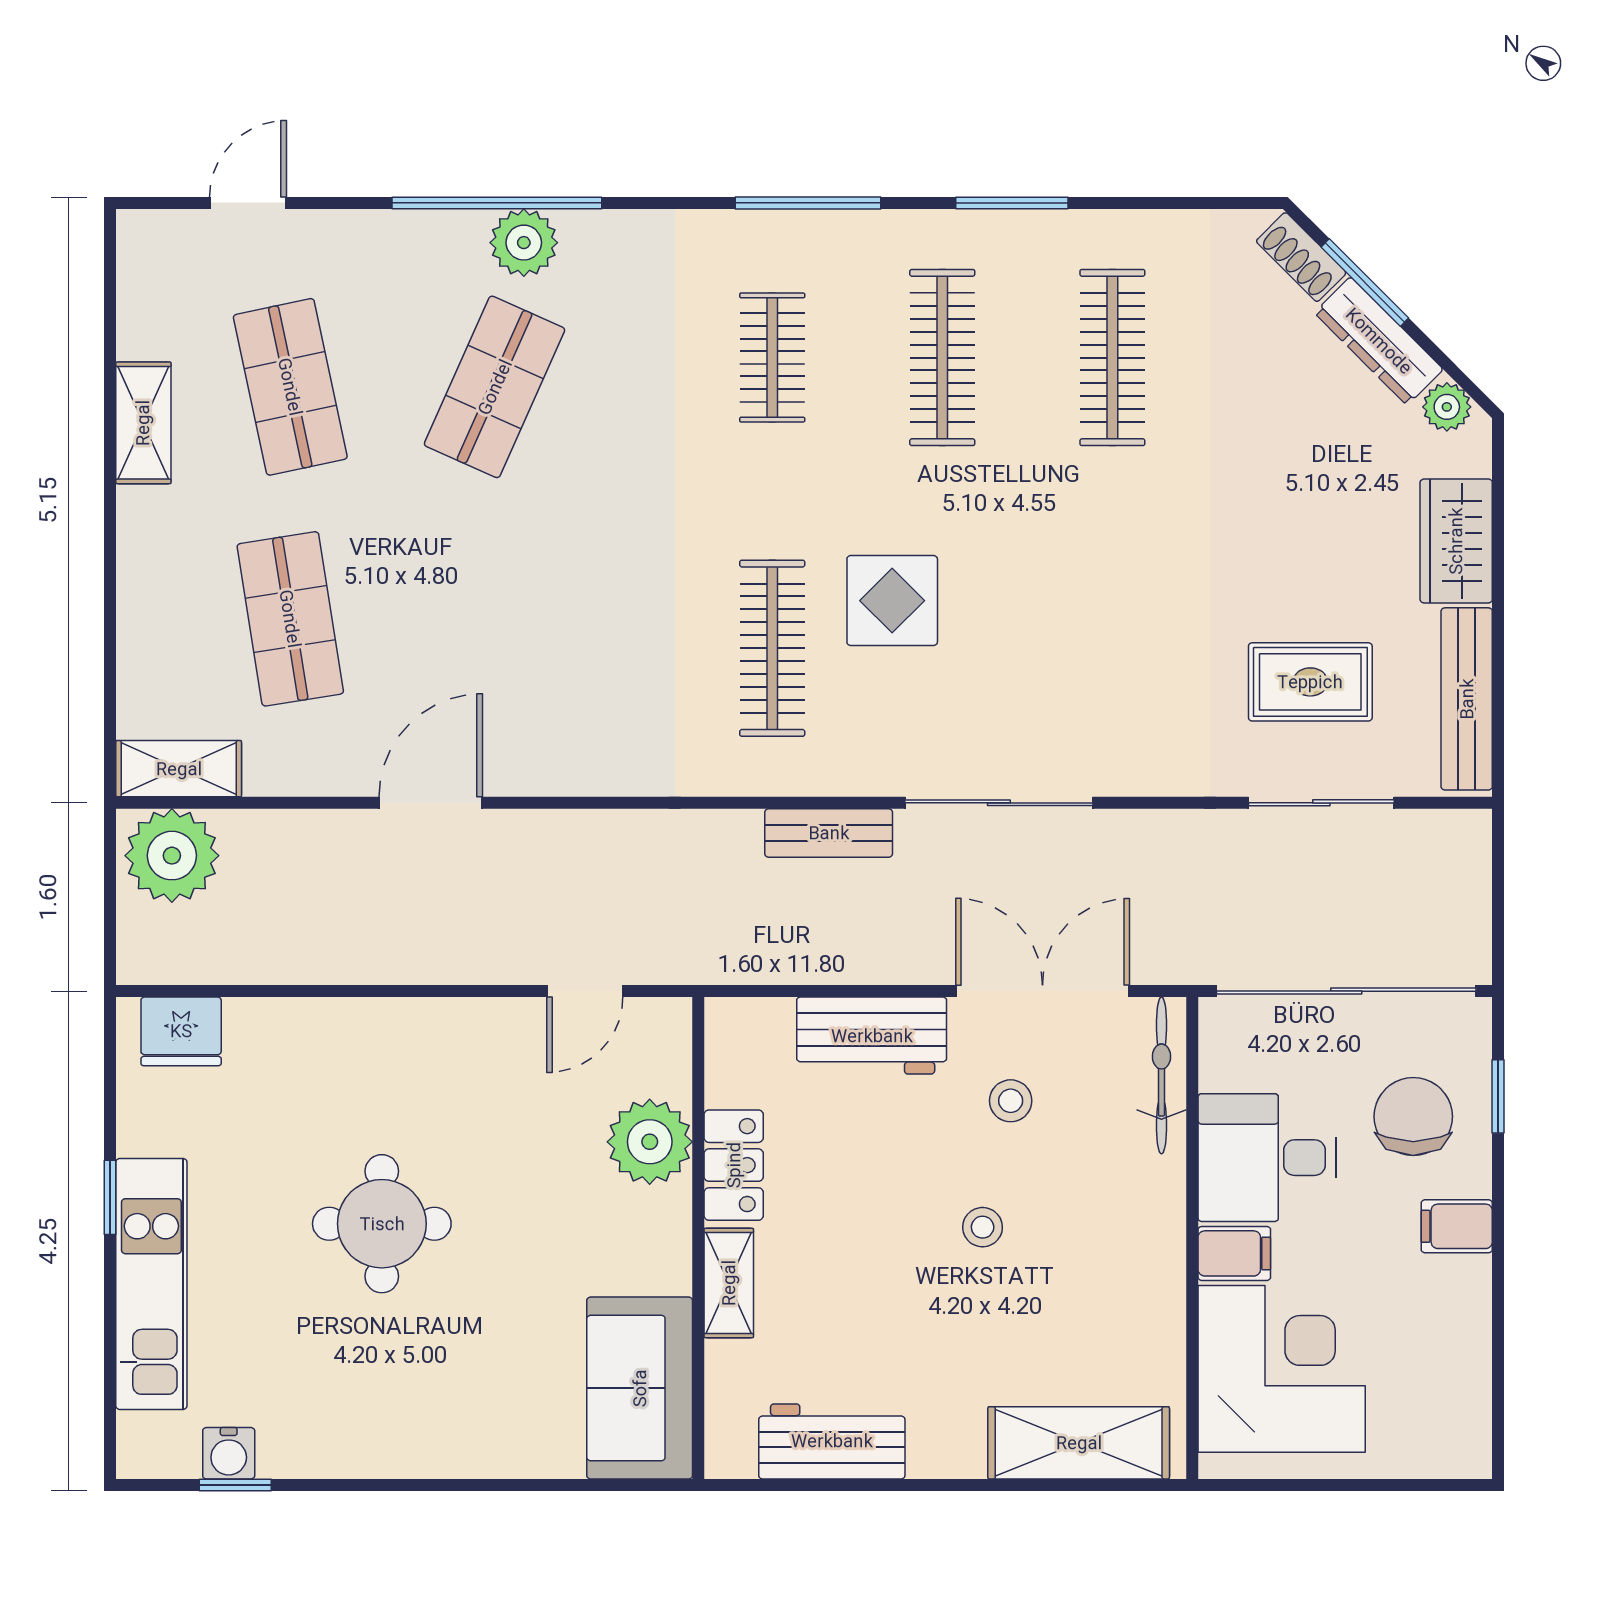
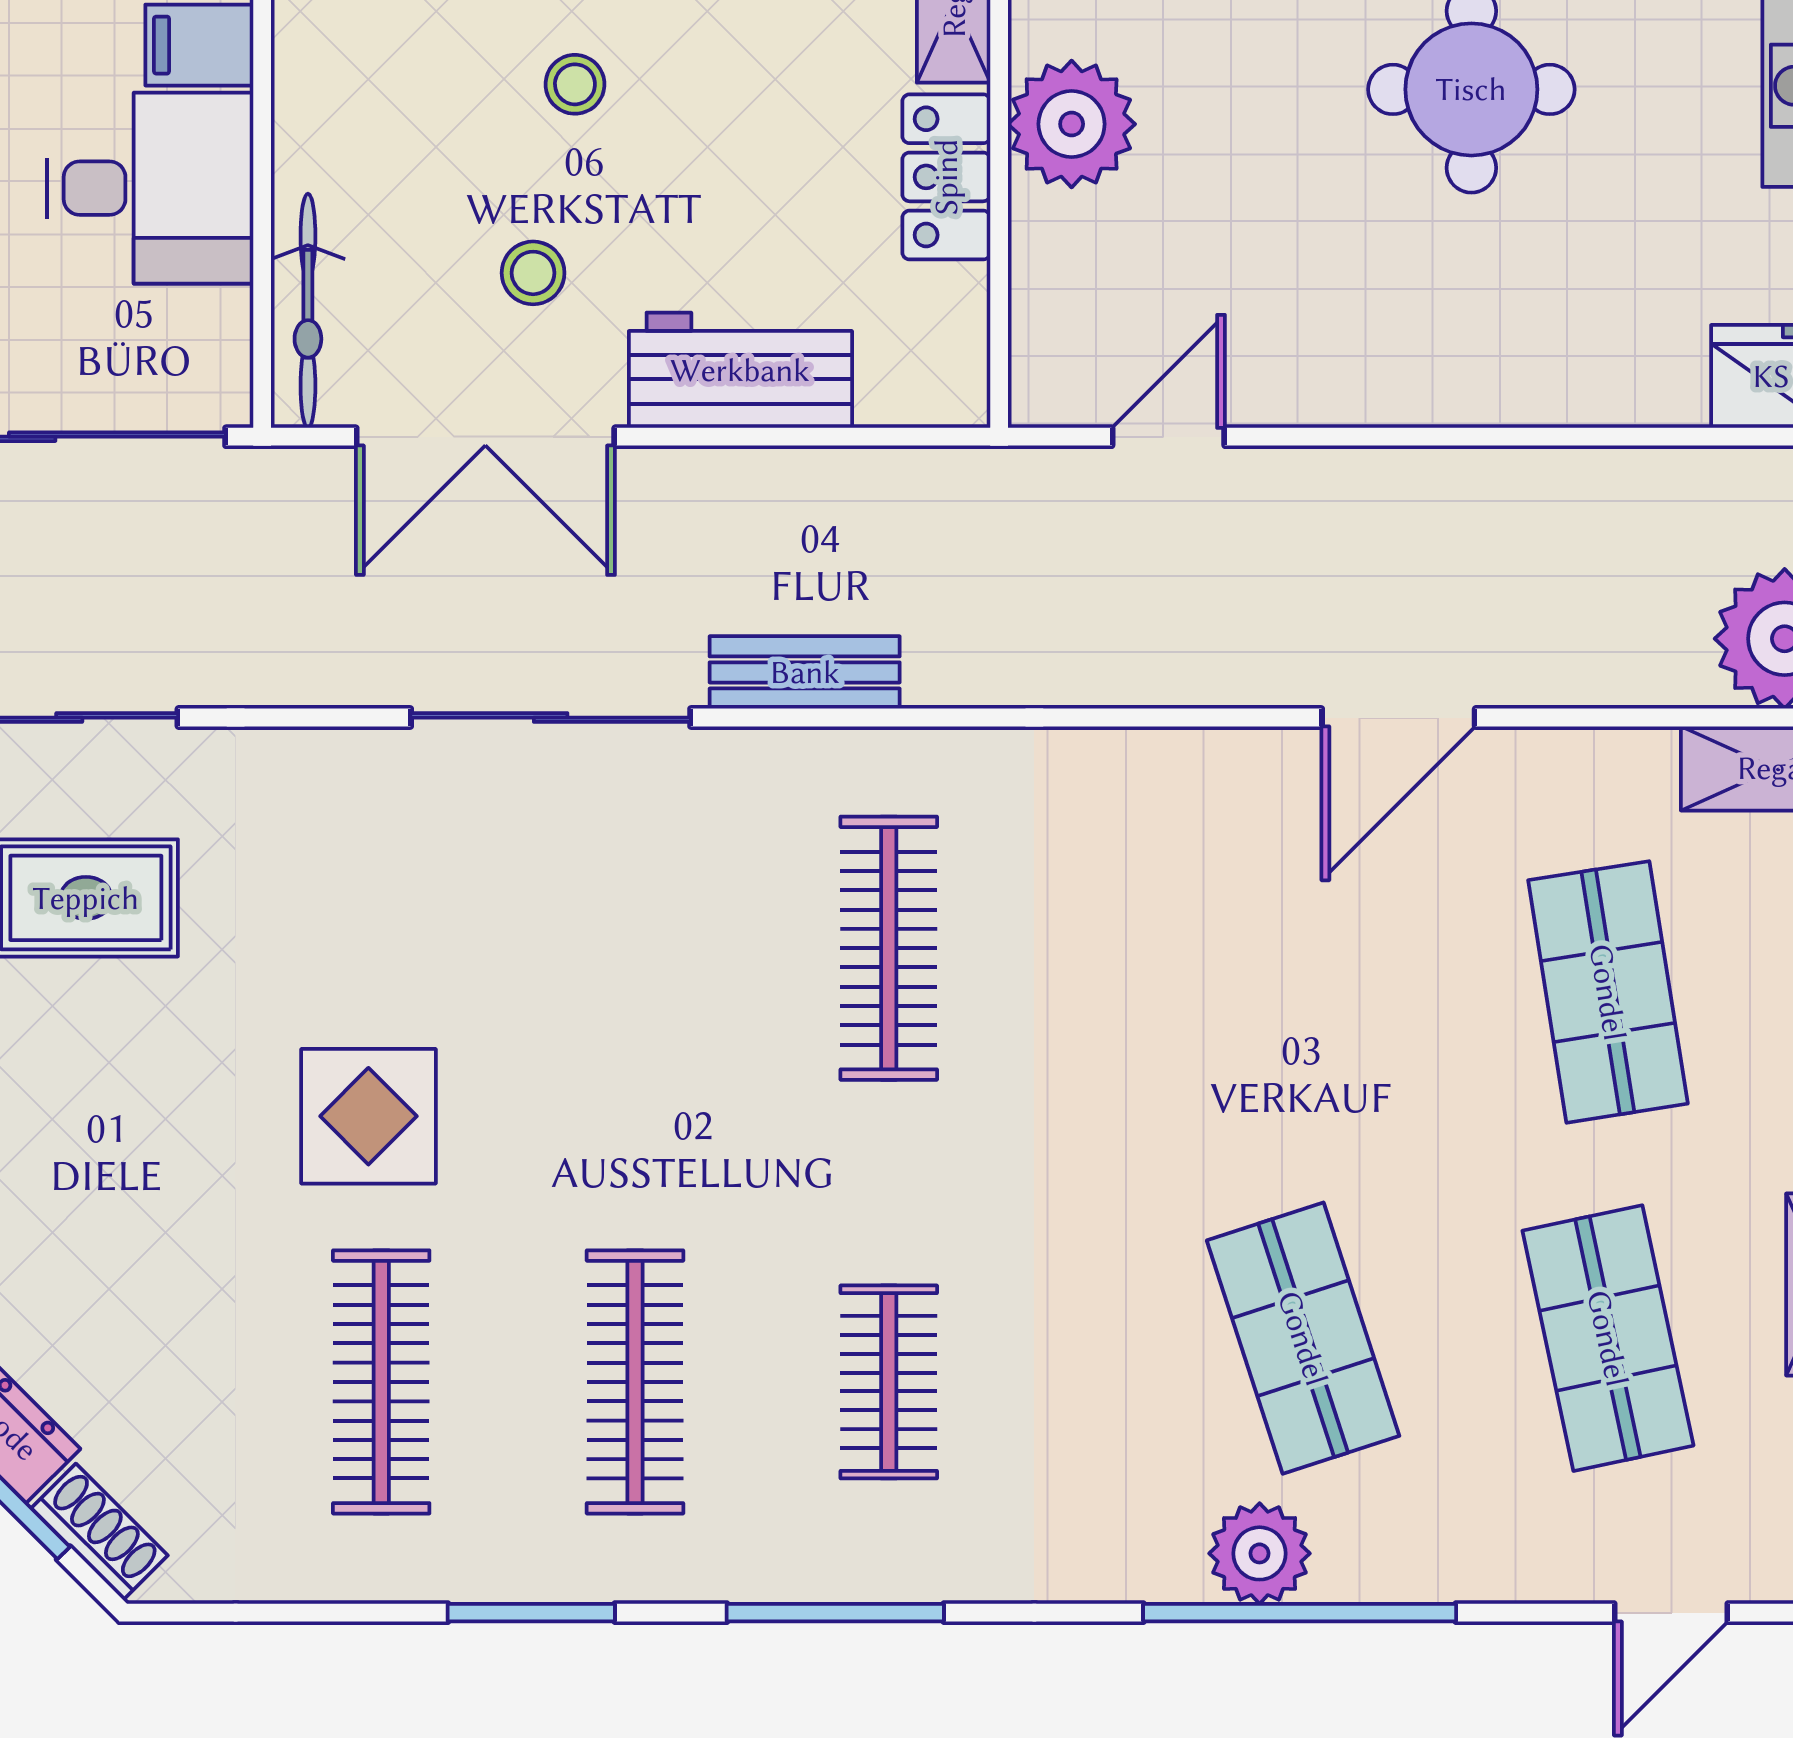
shop shelf: (495, 387) -> (1303, 1338), turned -42
display table: (892, 601) -> (368, 1116), moved
plant: (650, 1142) -> (1072, 124), moved

